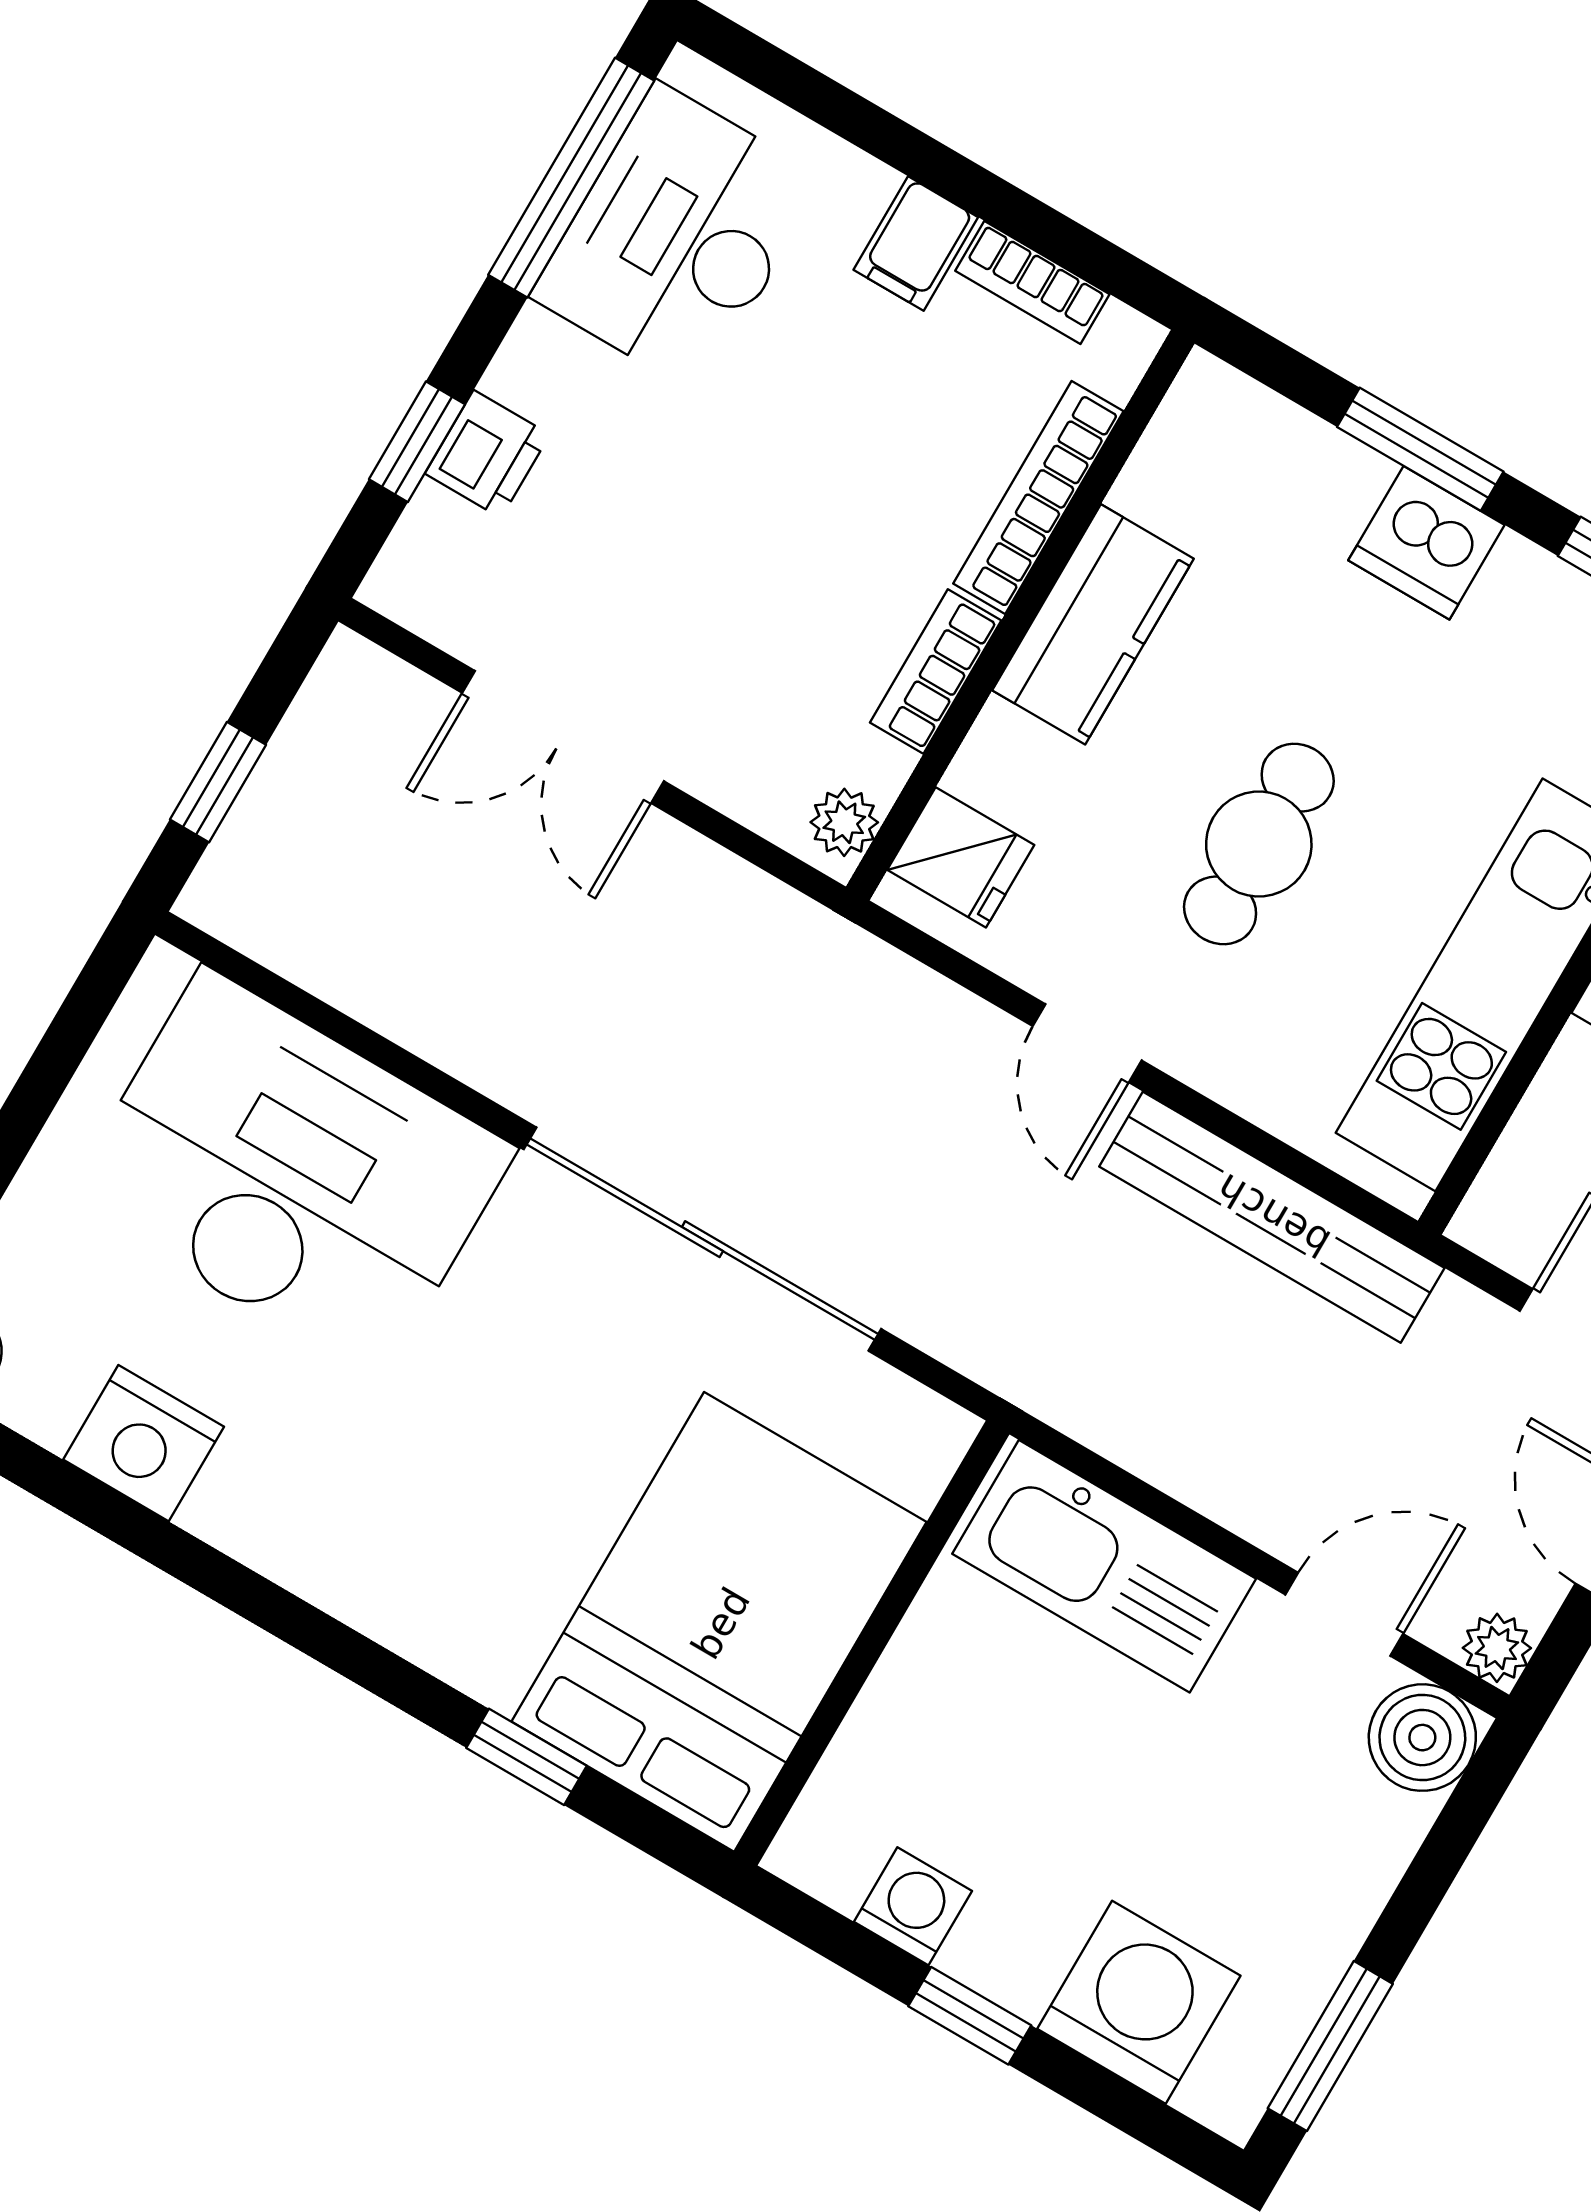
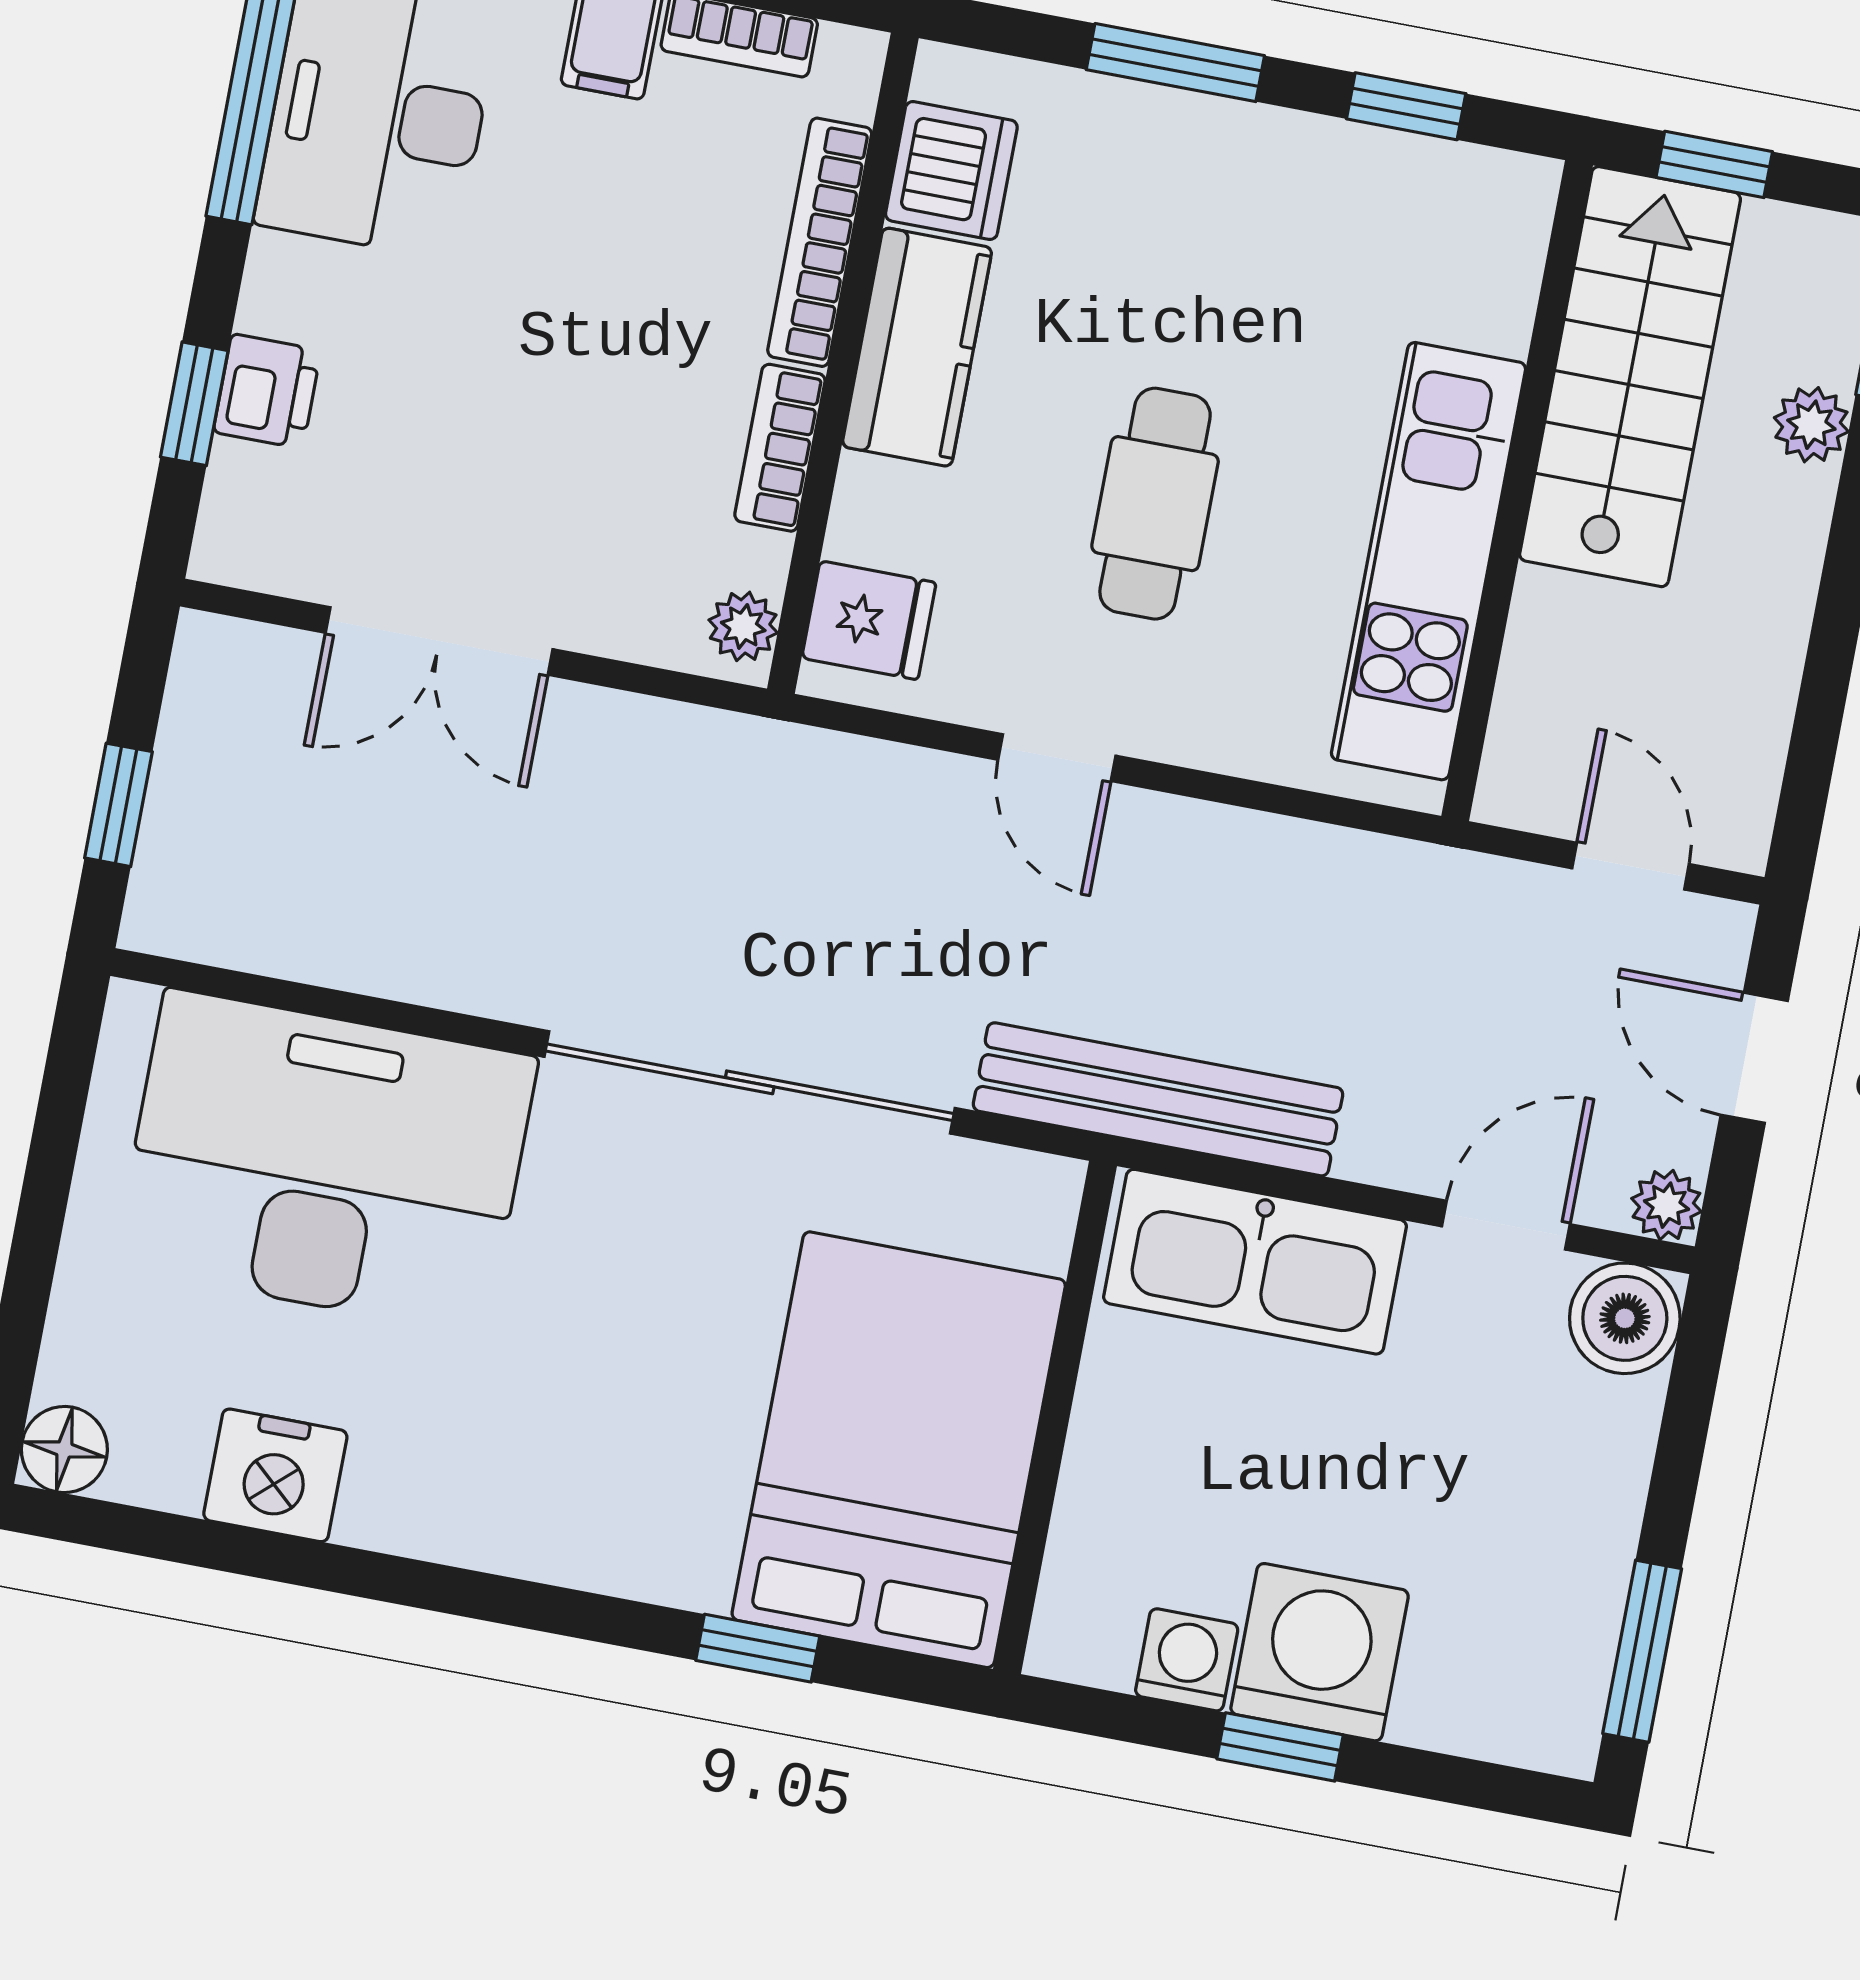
dishwasher: (1426, 543) -> (951, 171), moved, turned -90
bench: (1272, 1217) -> (1158, 1099), moved
washing machine: (1139, 2002) -> (1320, 1652), moved

